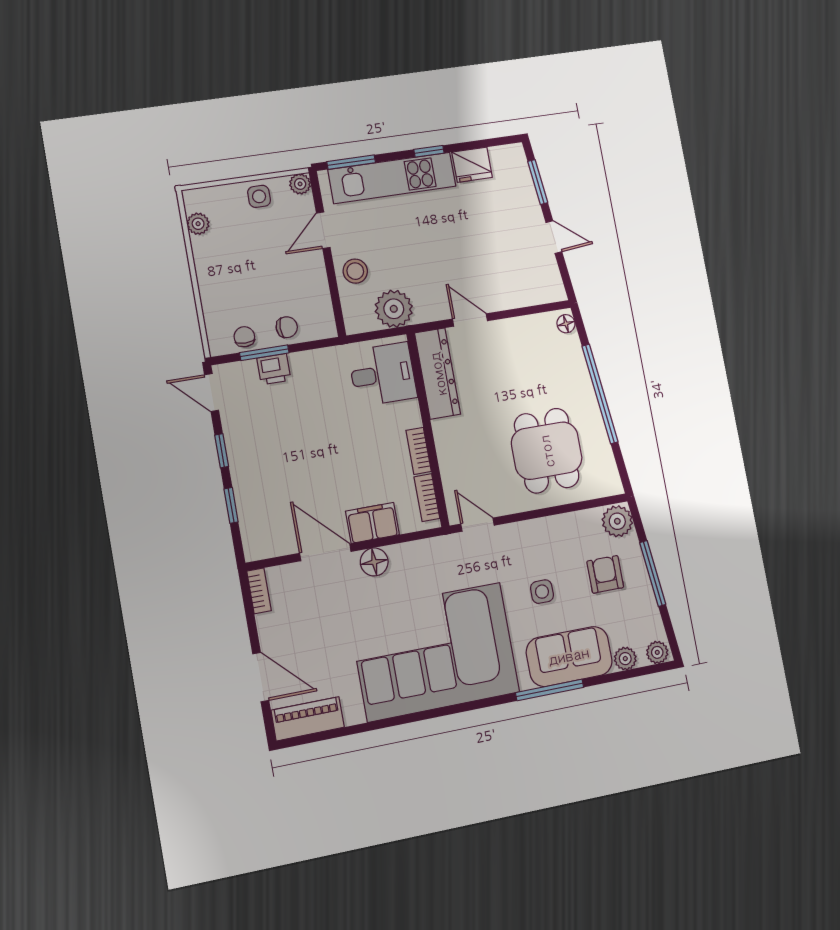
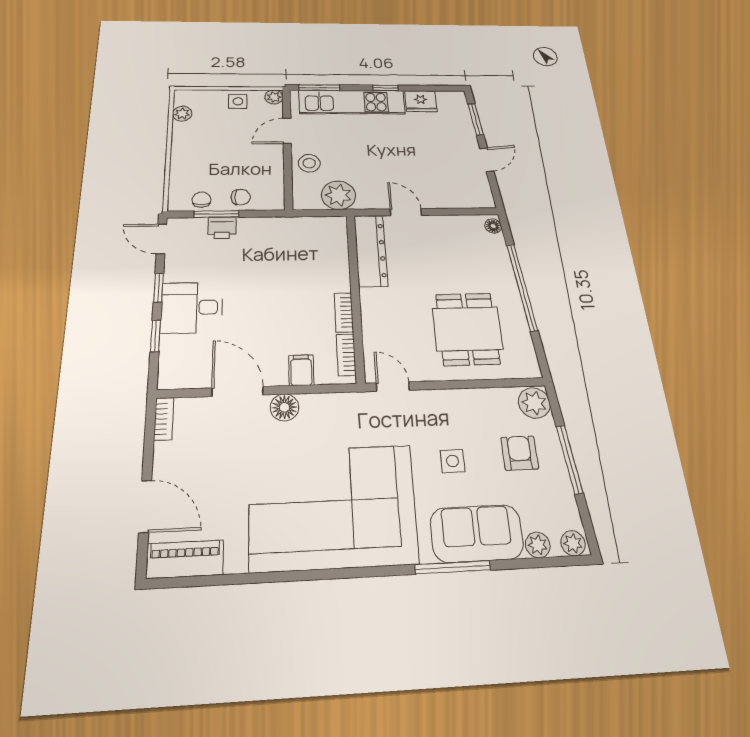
door: (554, 237) -> (487, 160), hinge flipped
desk: (383, 374) -> (192, 307), moved, turned 180
filing cabinet: (372, 523) -> (301, 370), width x0.50

